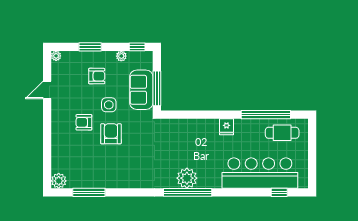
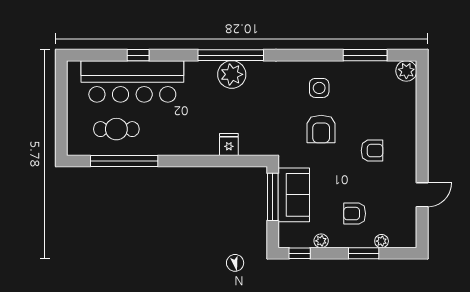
plant: (56, 56) -> (382, 241), moved
side table: (109, 105) -> (319, 88), moved
fridge: (226, 127) -> (229, 145), moved
cafe table: (282, 133) -> (116, 129), moved
armchair: (111, 134) -> (321, 129), moved
window: (279, 192) -> (138, 55), moved

